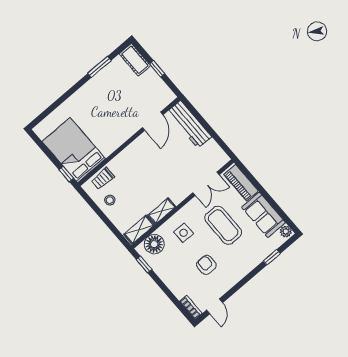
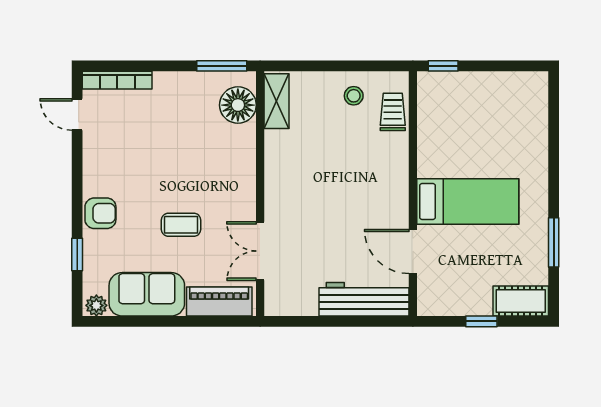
bed: (74, 150) -> (468, 202), moved, width x0.67
shelving: (162, 211) -> (275, 156), removed
coffee table: (223, 225) -> (181, 225), width x0.54, depth x0.58
side table: (184, 233) -> (218, 160), removed
window: (144, 264) -> (222, 66), width x1.50
armchair: (206, 265) -> (100, 213), moved
bookcase: (191, 307) -> (117, 80), width x1.56

